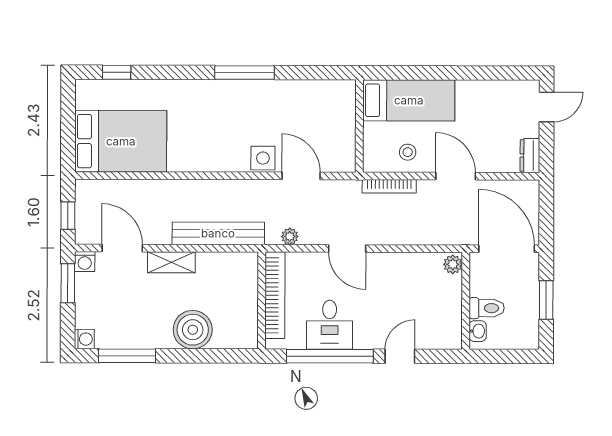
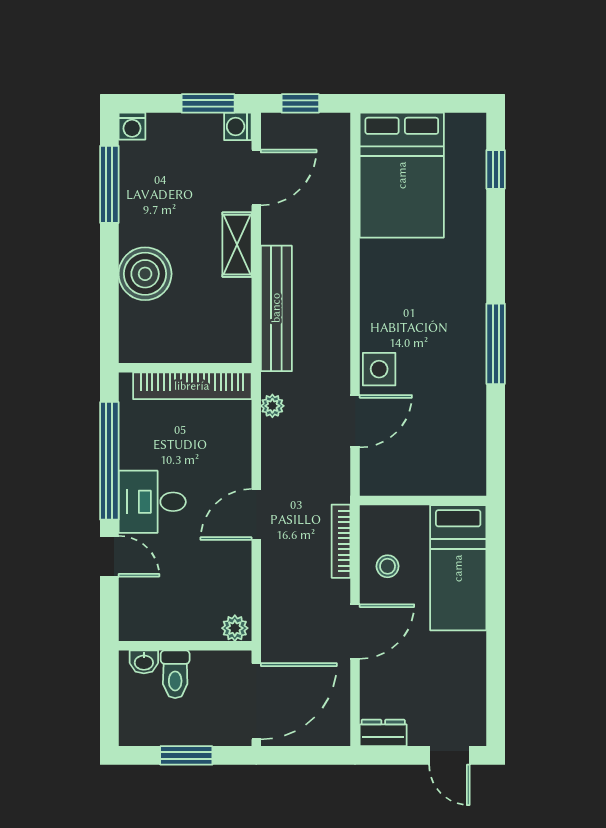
door: (347, 248) -> (256, 514), moved
desk: (330, 325) -> (152, 502), moved

